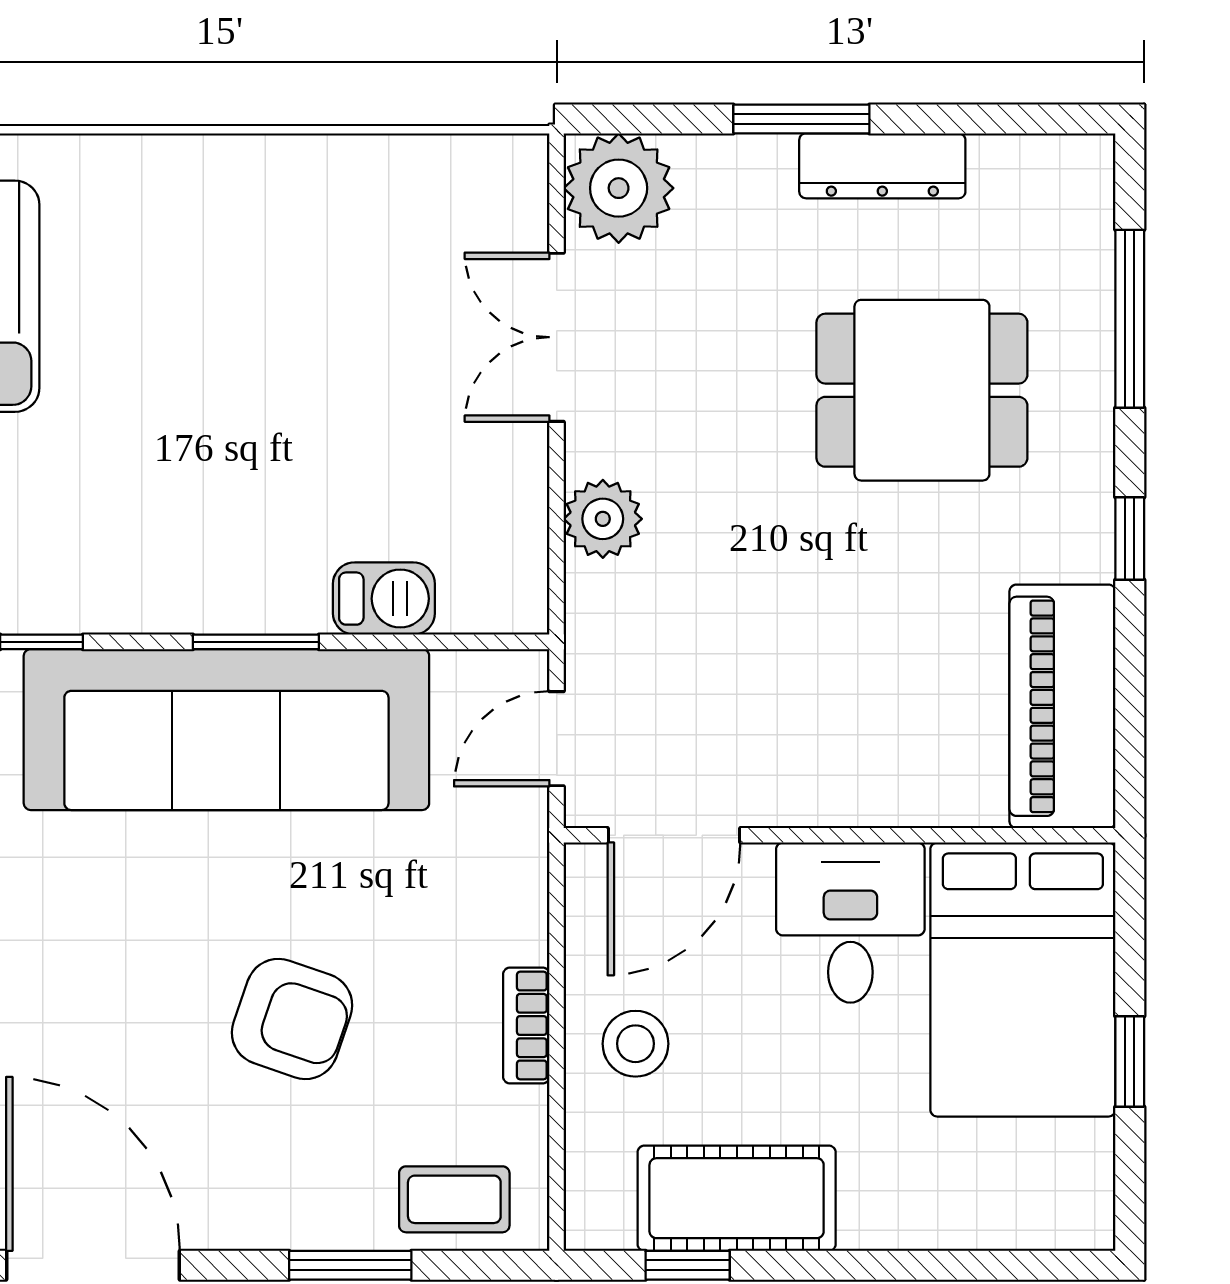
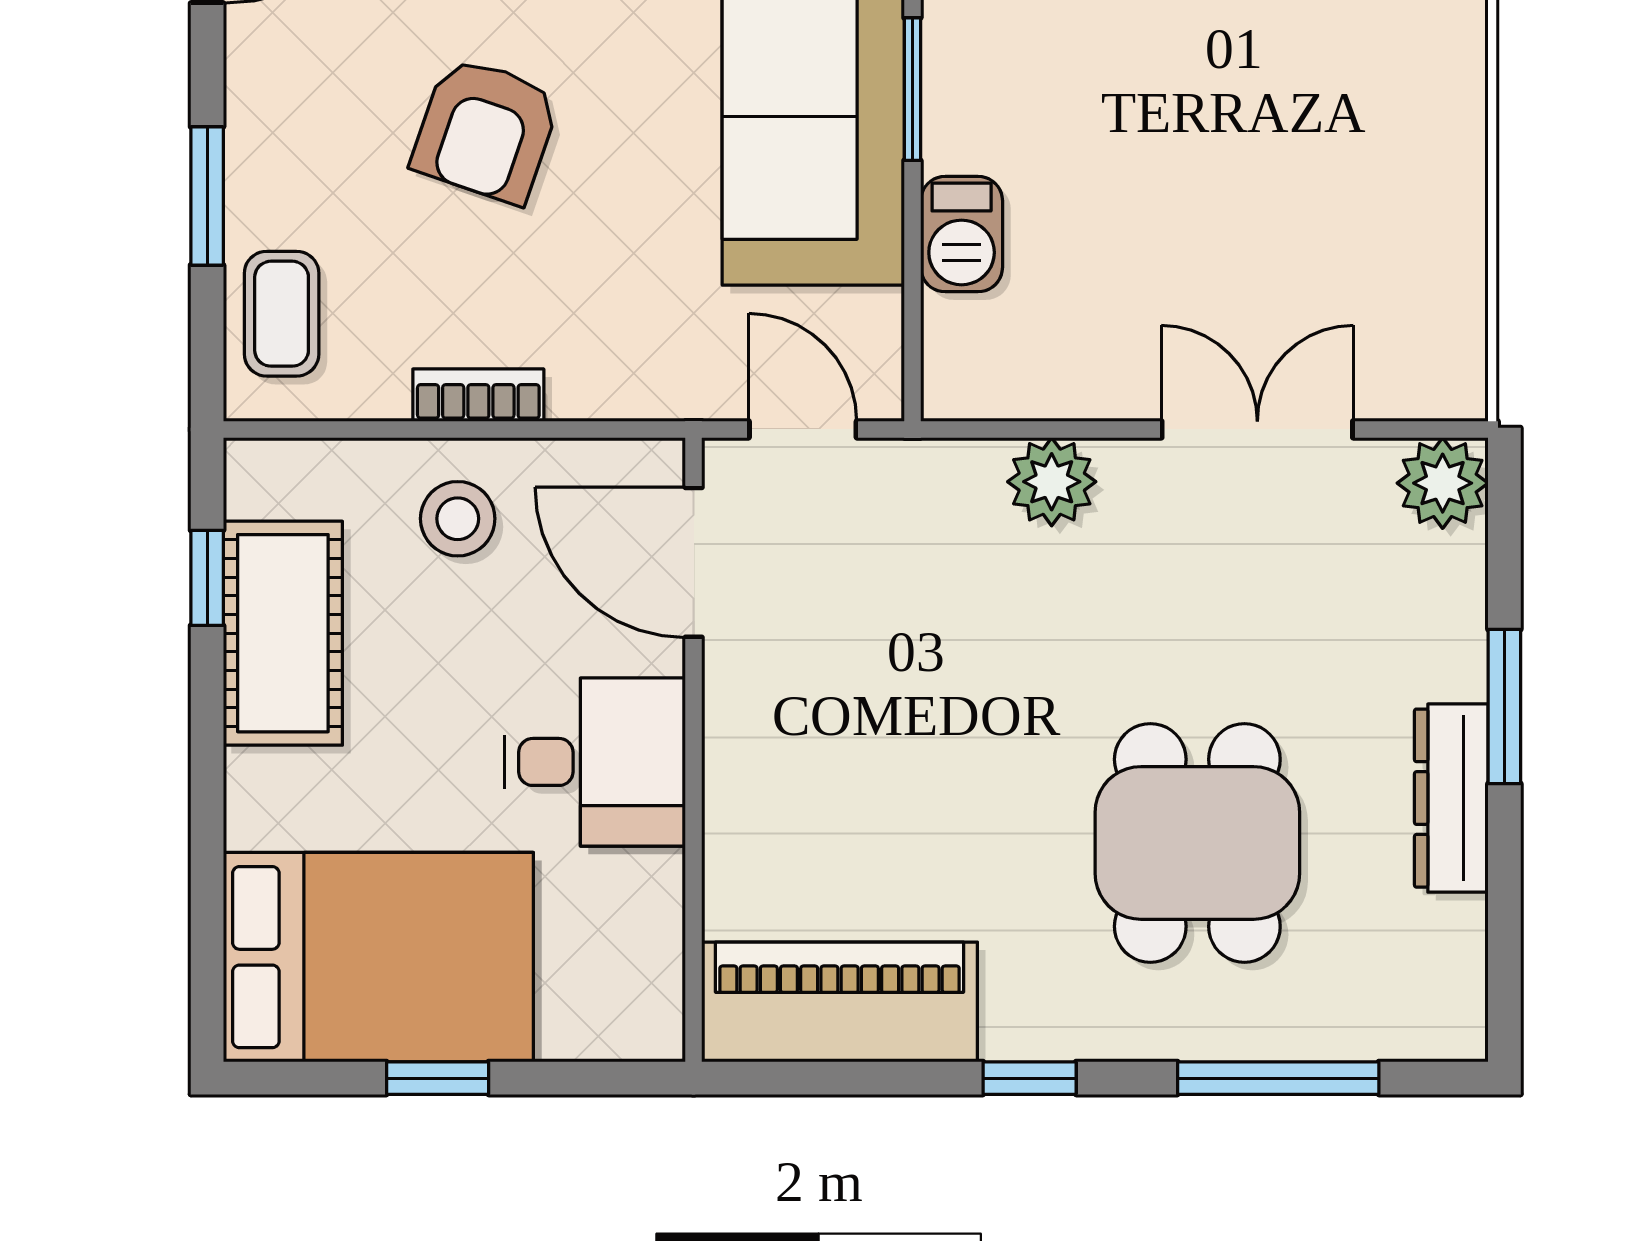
plant: (619, 188) -> (1443, 483), width x0.73, depth x0.73
bed: (1023, 980) -> (378, 957), moved, turned 180

